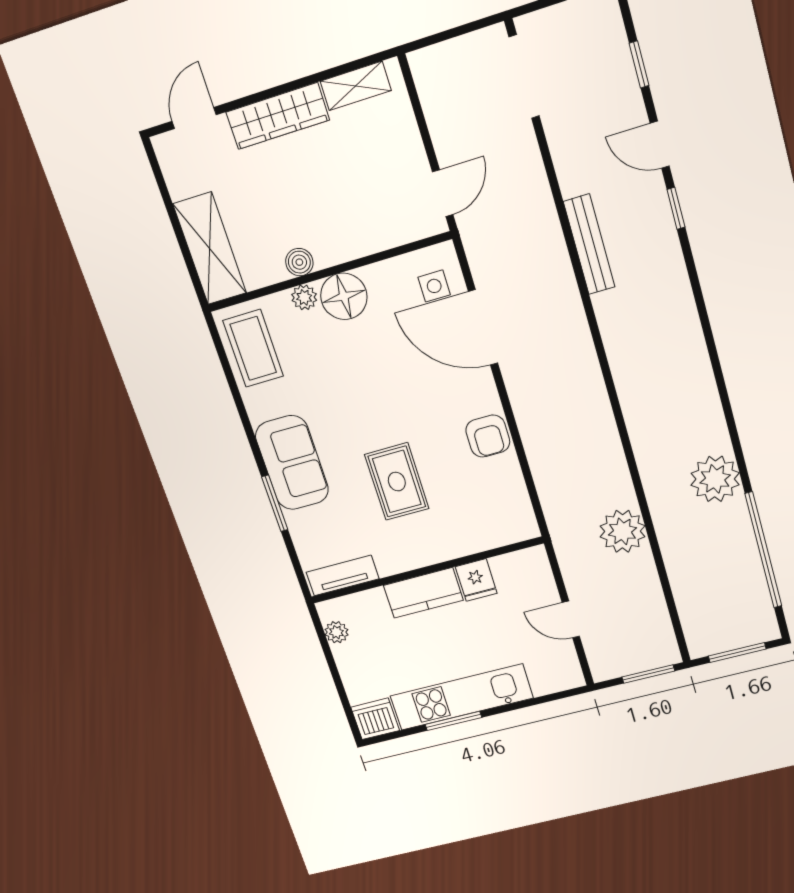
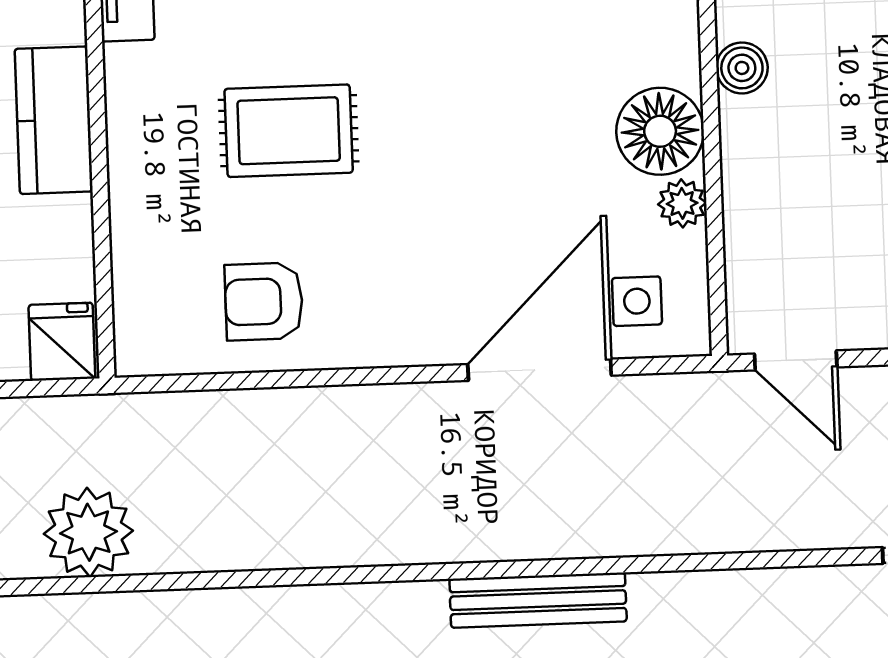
bench: (589, 244) -> (538, 600), moved
plant: (304, 297) -> (682, 203), moved
armchair: (488, 436) -> (264, 302), moved
fridge: (476, 580) -> (62, 342), moved, turned 90

